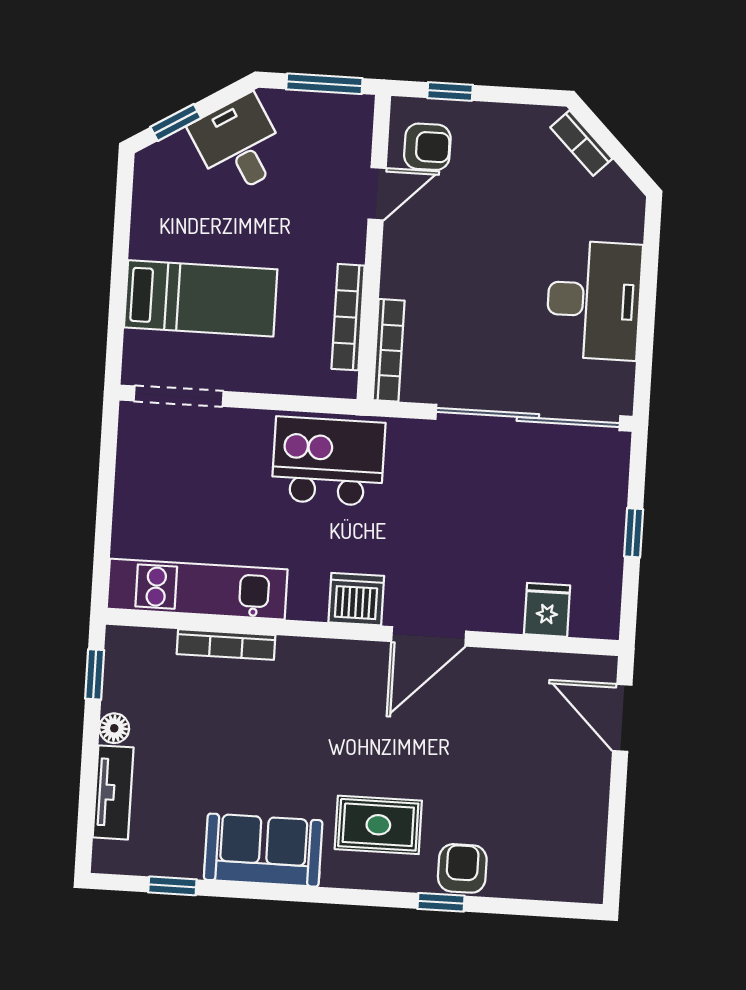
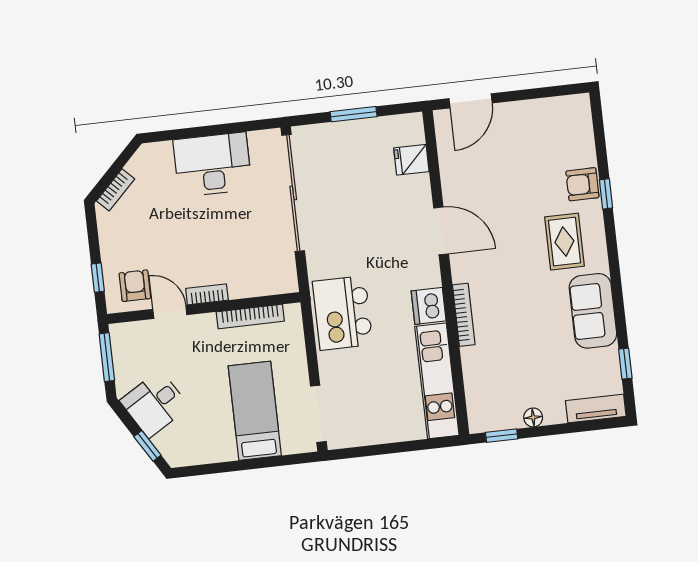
bookcase: (389, 350) -> (207, 294), moved, width x0.64
window: (634, 533) -> (354, 114), width x1.50
dishwasher: (356, 599) -> (429, 306), moved
bookcase: (226, 645) -> (464, 315), moved
tv unit: (113, 792) -> (596, 409), moved

